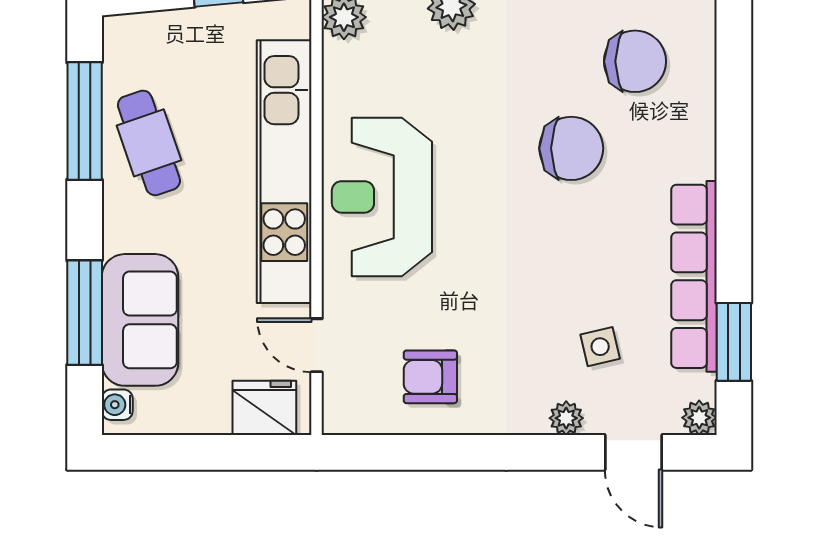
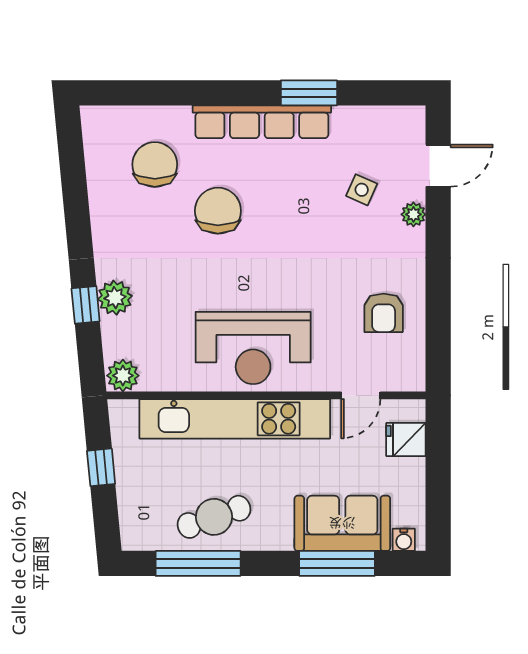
row of seats: (694, 276) -> (262, 122), moved
window: (734, 342) -> (309, 93), moved
side table: (600, 347) -> (362, 190), turned 37
fridge: (264, 408) -> (406, 440), width x0.72
plant: (699, 418) -> (413, 118), removed

